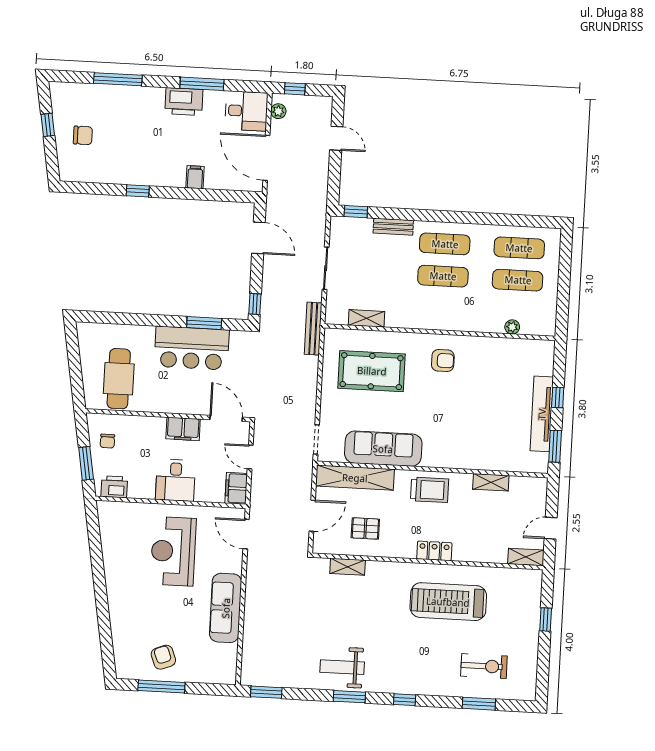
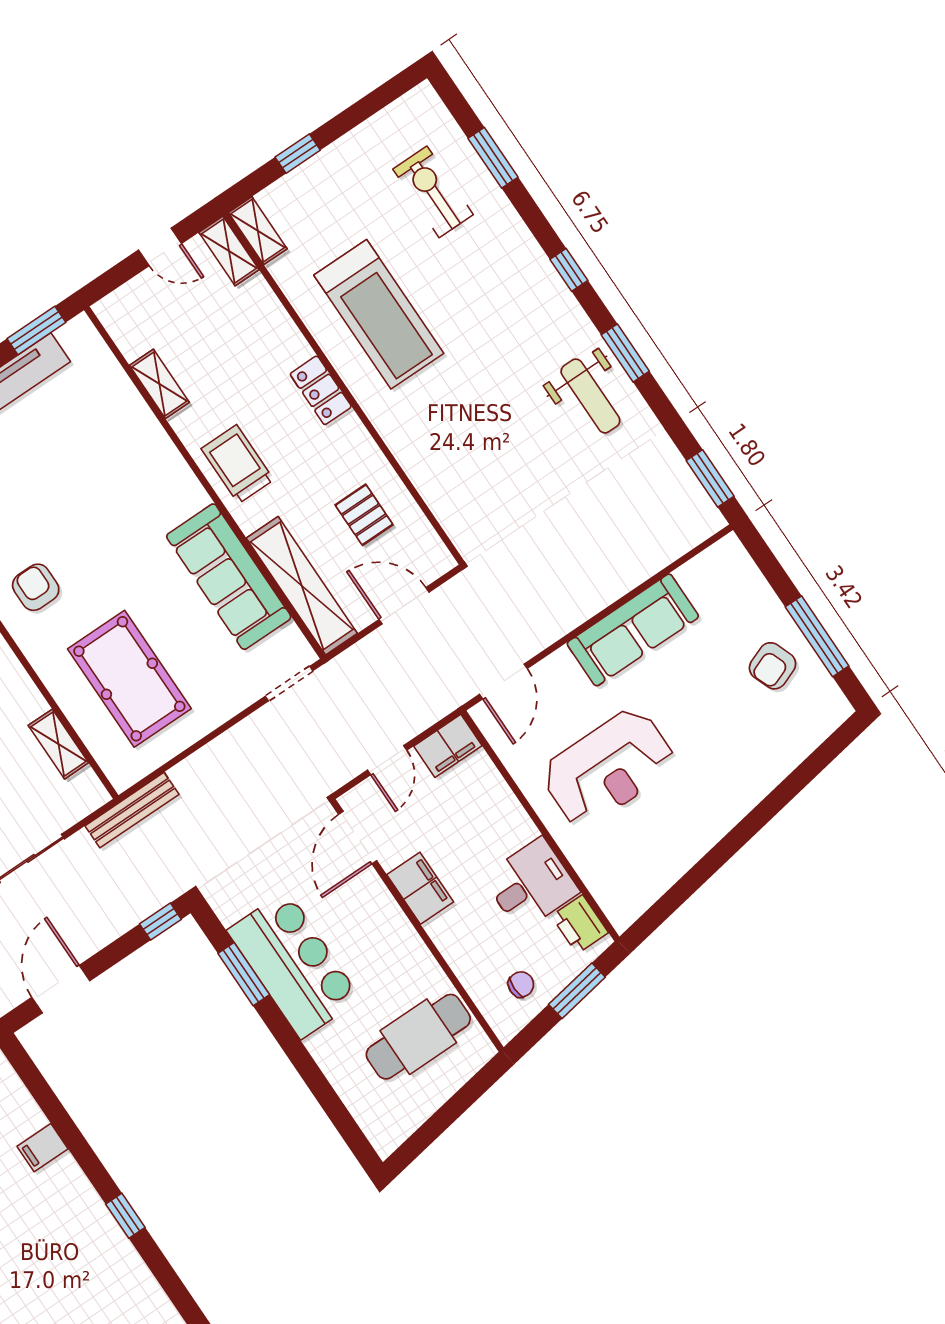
desk: (175, 480) -> (531, 884), moved
shelving: (348, 567) -> (258, 231), moved

